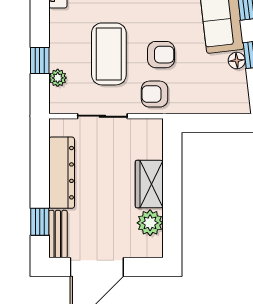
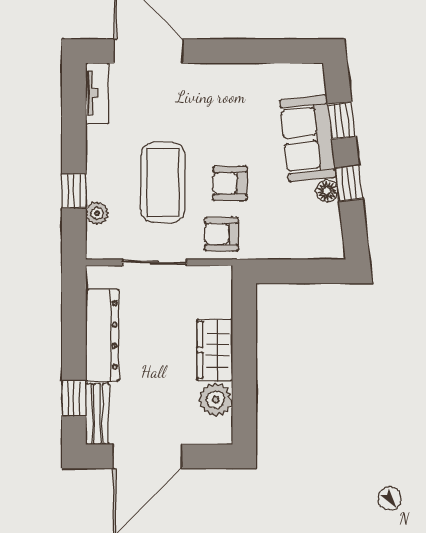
armchair: (161, 55) -> (230, 183), turned 180

